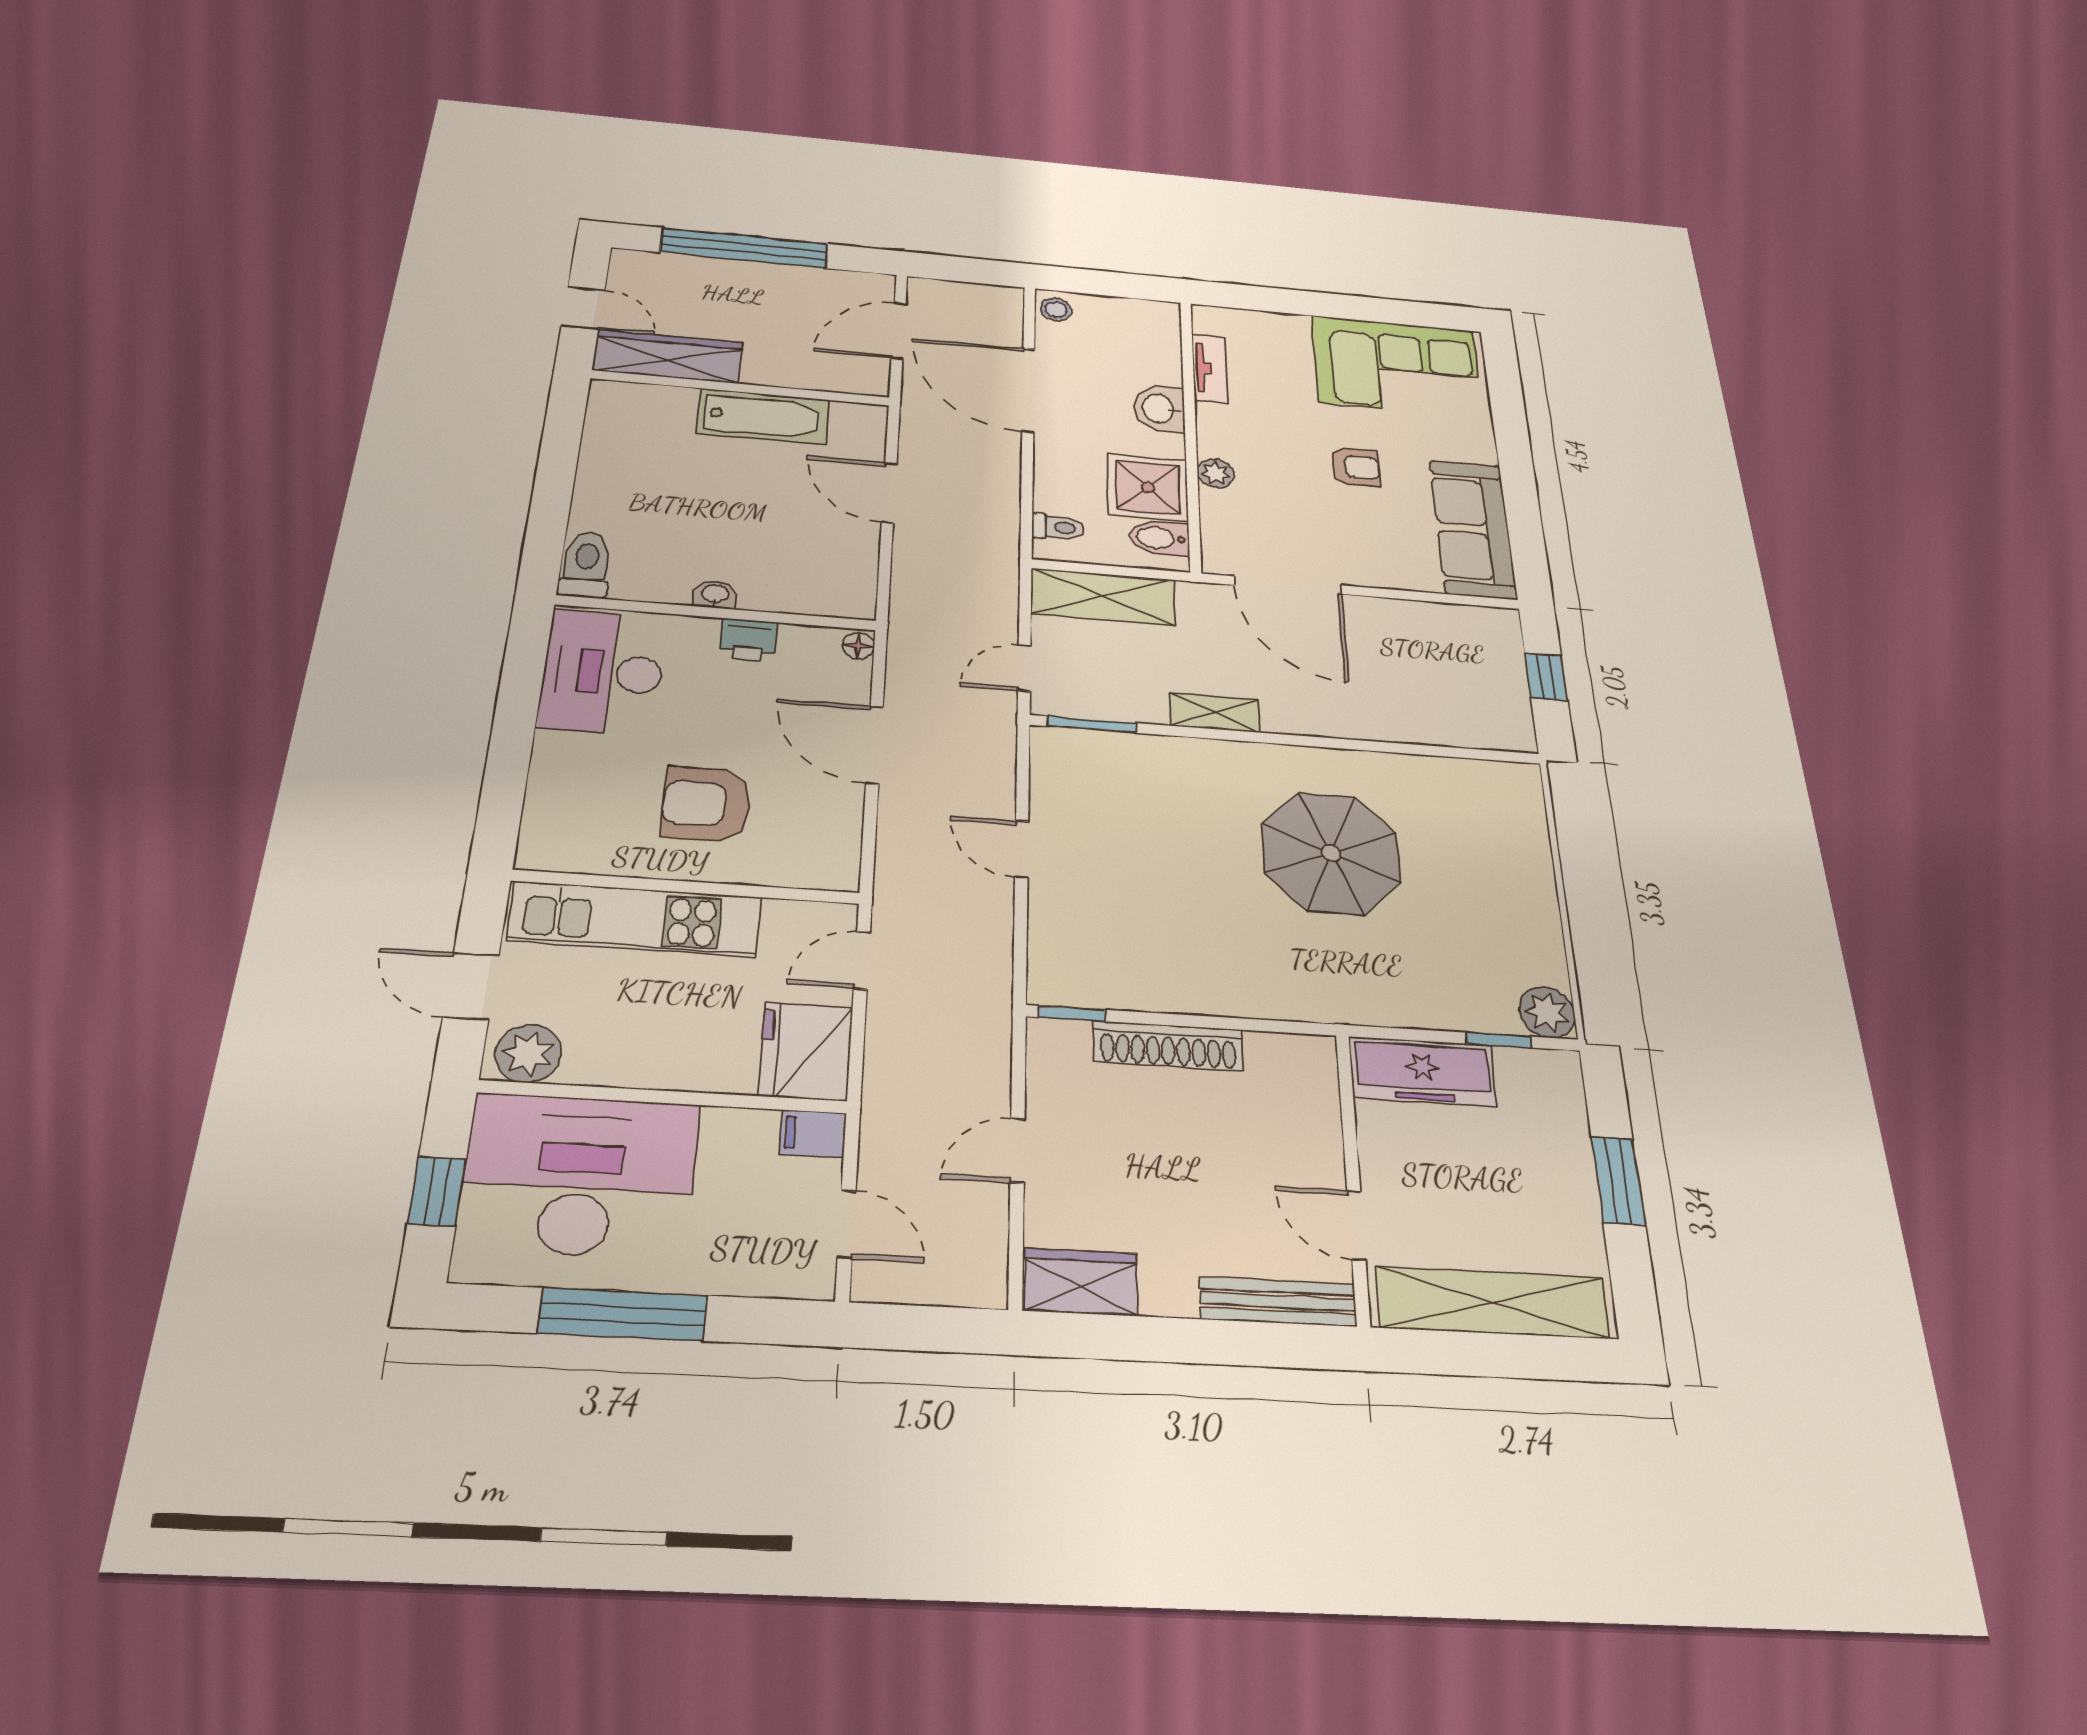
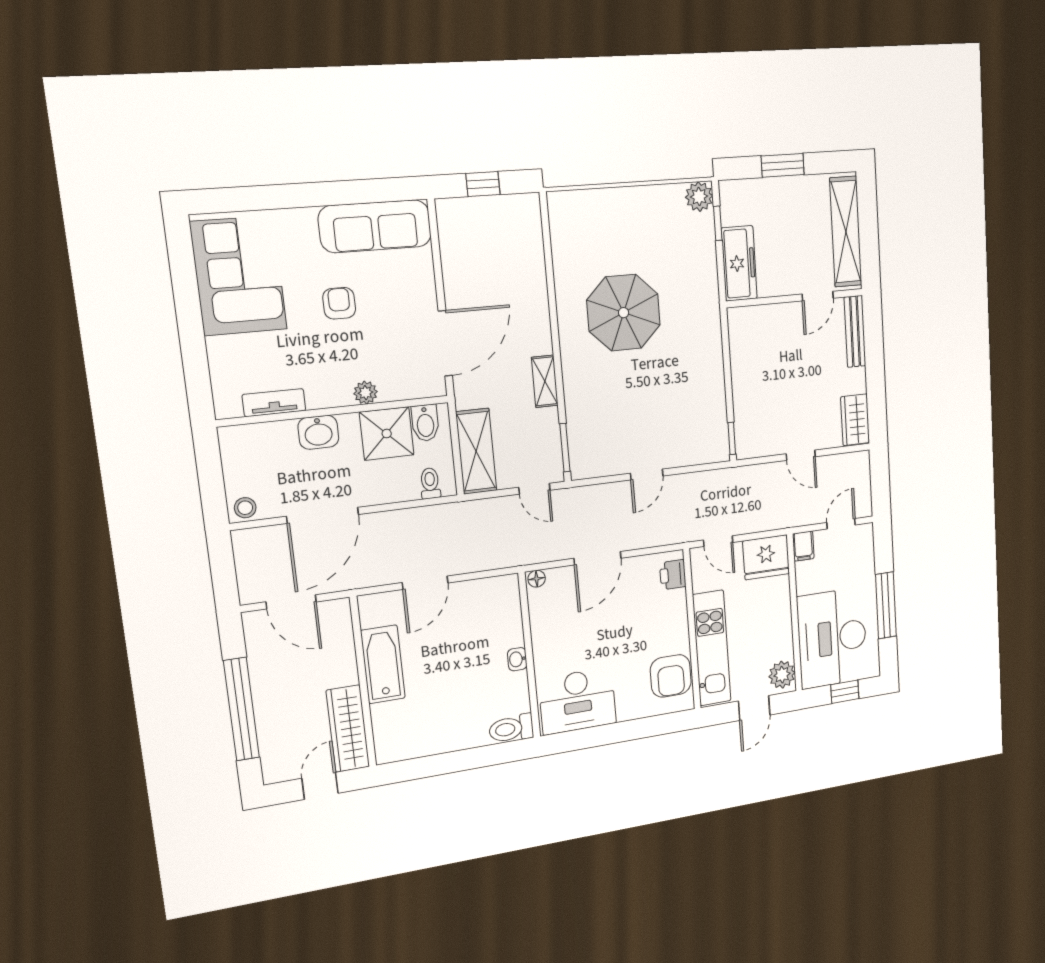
printer: (748, 640) -> (673, 575), moved, turned 180
armchair: (706, 804) -> (671, 676), moved
shoe rack: (1168, 1046) -> (742, 391), removed

